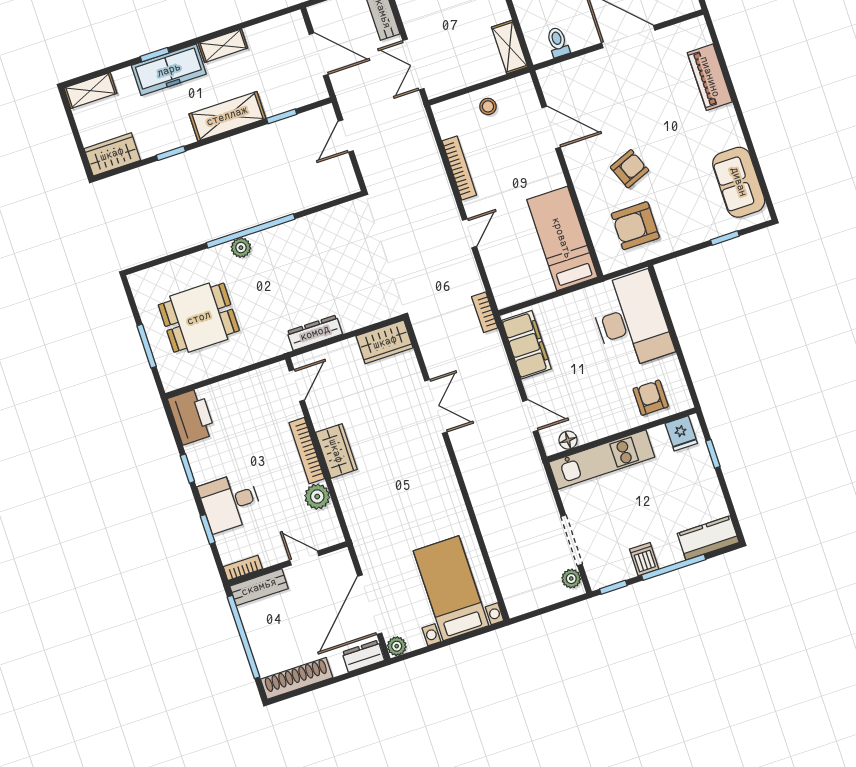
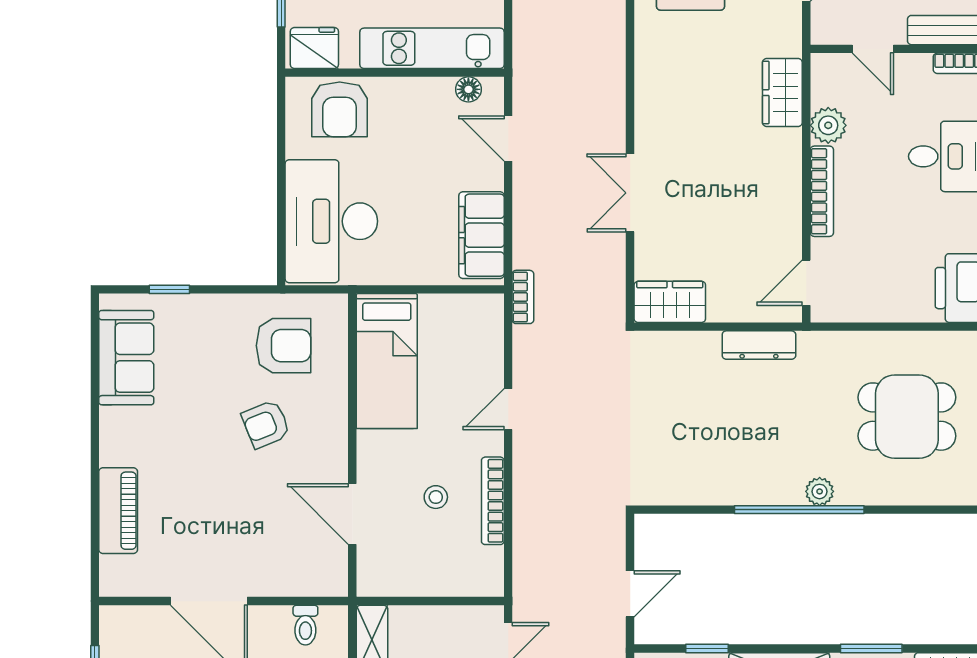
stool: (488, 106) -> (436, 497), moved
window: (171, 153) -> (871, 648), width x1.50
armchair: (651, 398) -> (340, 109), width x1.38, depth x1.38
fridge: (681, 433) -> (314, 48), width x1.38
wardrobe: (336, 451) -> (782, 93), moved

